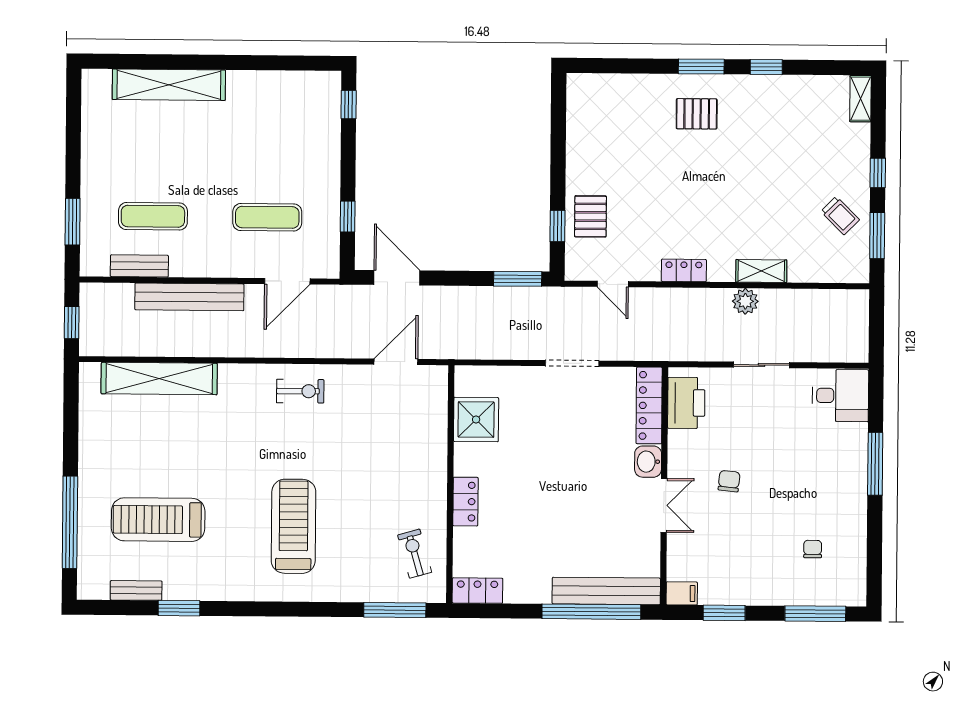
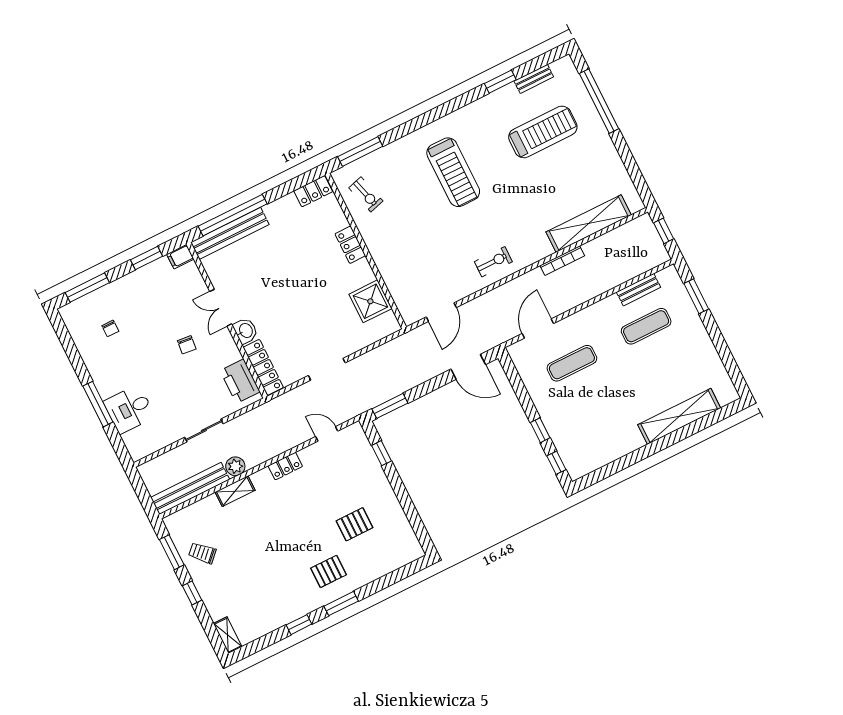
pallet: (590, 216) -> (355, 524), moved, turned 90
window: (348, 217) -> (540, 430), moved
bench: (189, 297) -> (190, 488), moved
bookcase: (215, 349) -> (562, 261), added
exercise bike: (300, 391) -> (493, 262), turned 180
desk: (840, 396) -> (129, 409), moved

